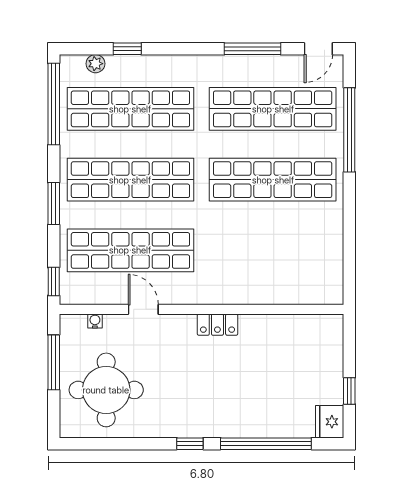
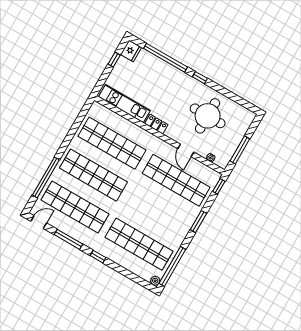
window: (127, 49) -> (98, 257), moved
plant: (95, 64) -> (155, 281), moved
shop shelf: (130, 180) -> (112, 143), moved
kitchen unit: (290, 328) -> (124, 104), added
round table: (106, 390) -> (208, 116), moved

